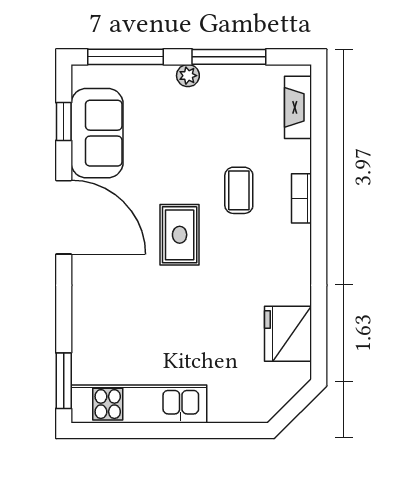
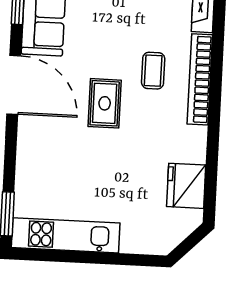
bookcase: (301, 198) -> (200, 79), width x2.31, depth x1.31

